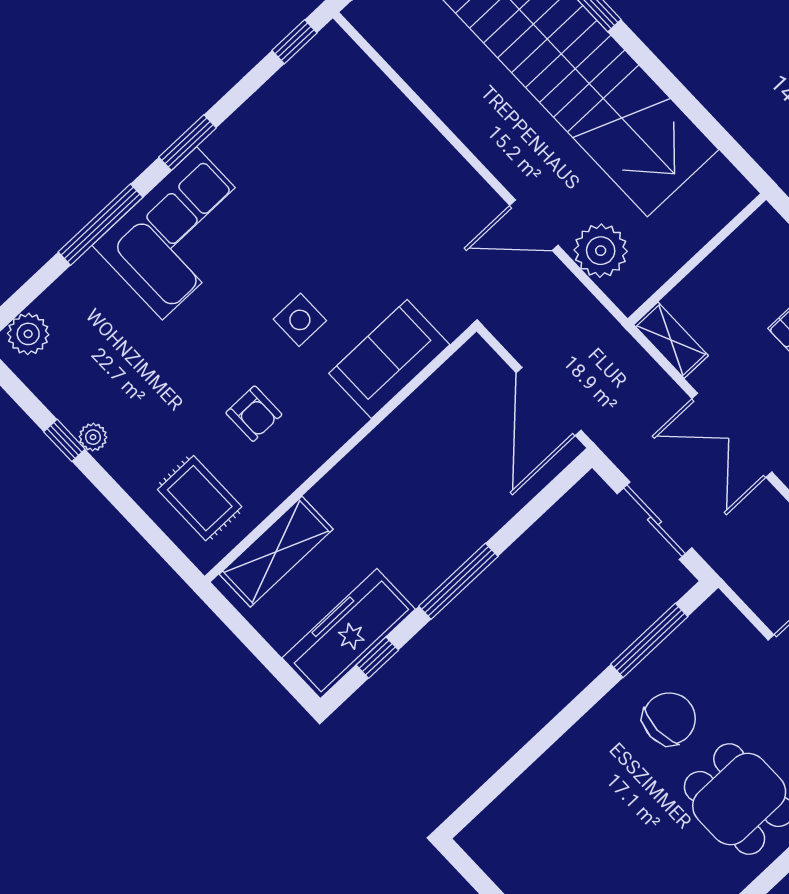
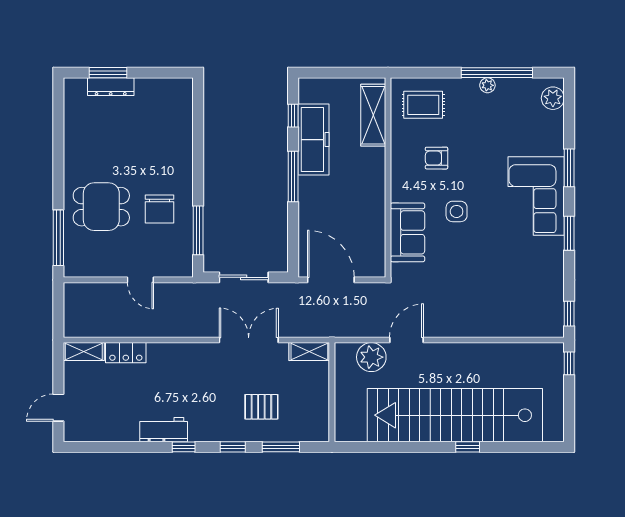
window: (101, 225) -> (569, 168), width x0.69
window: (64, 440) -> (497, 73), width x3.17
freezer: (349, 633) -> (314, 140), moved

